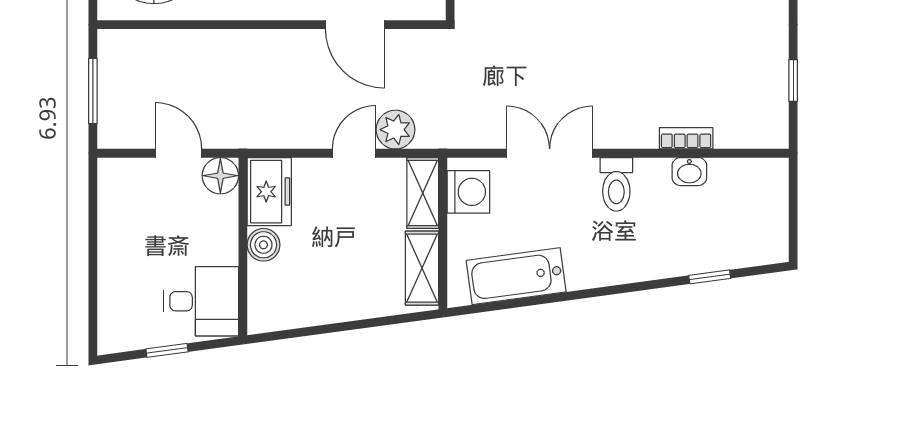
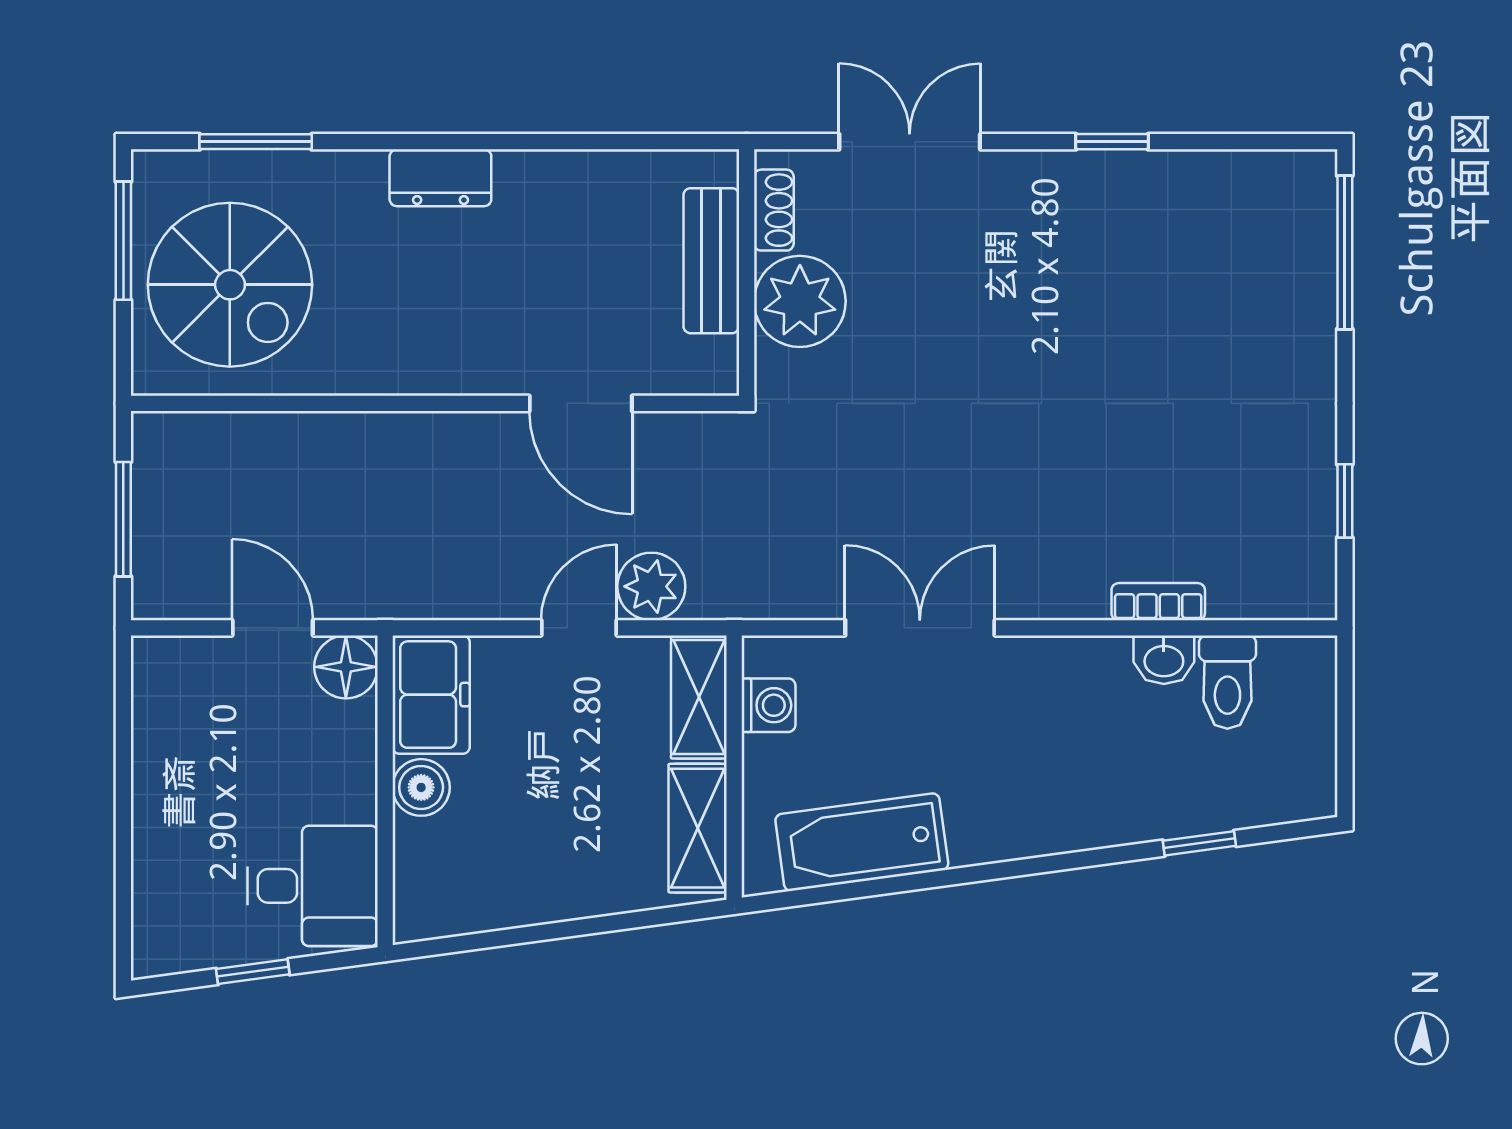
toilet: (616, 184) -> (1227, 682), moved
washing machine: (468, 192) -> (768, 705), width x0.73, depth x0.73

